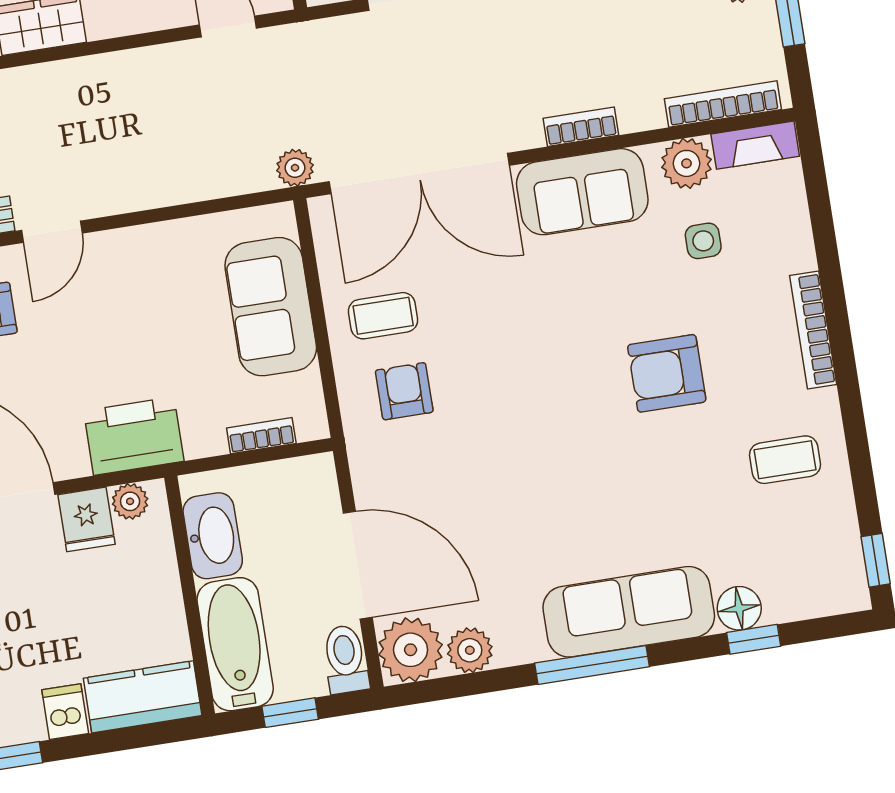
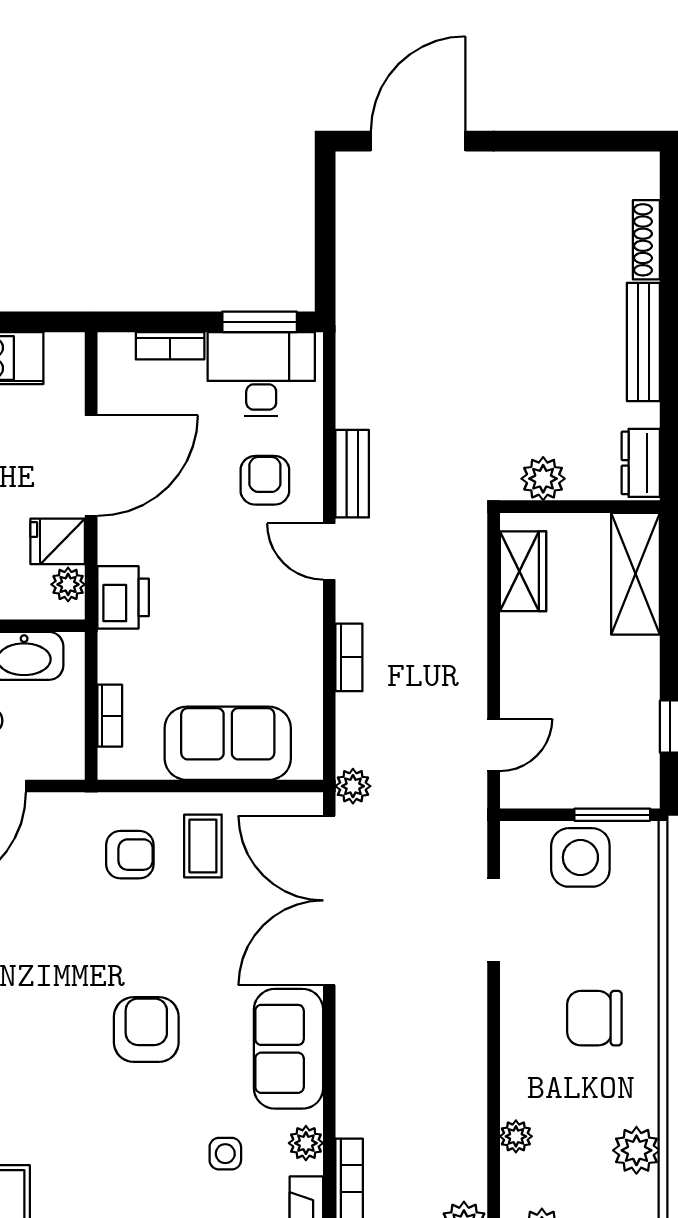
bookcase: (581, 127) -> (349, 657), moved
plant: (686, 163) -> (306, 1143), width x0.73, depth x0.73
armchair: (667, 373) -> (146, 1030), moved
printer: (134, 436) -> (123, 597), width x0.73, depth x0.84

